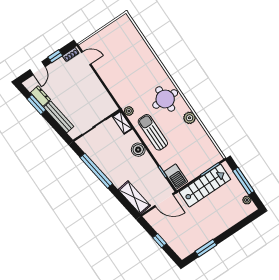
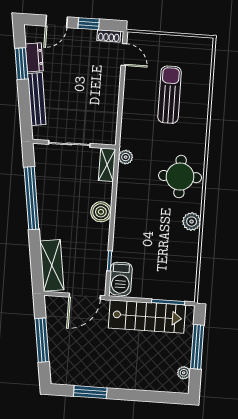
sun lounger: (153, 132) -> (170, 95), moved
door: (164, 200) -> (85, 296), hinge flipped
window: (160, 241) -> (42, 340), width x2.17

